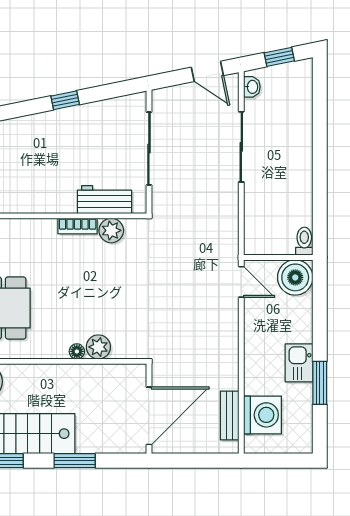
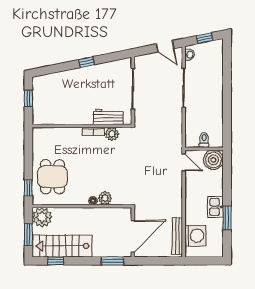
toilet: (304, 241) -> (204, 140), moved
bench: (230, 415) -> (177, 236), width x1.36
window: (75, 461) -> (112, 261), moved

